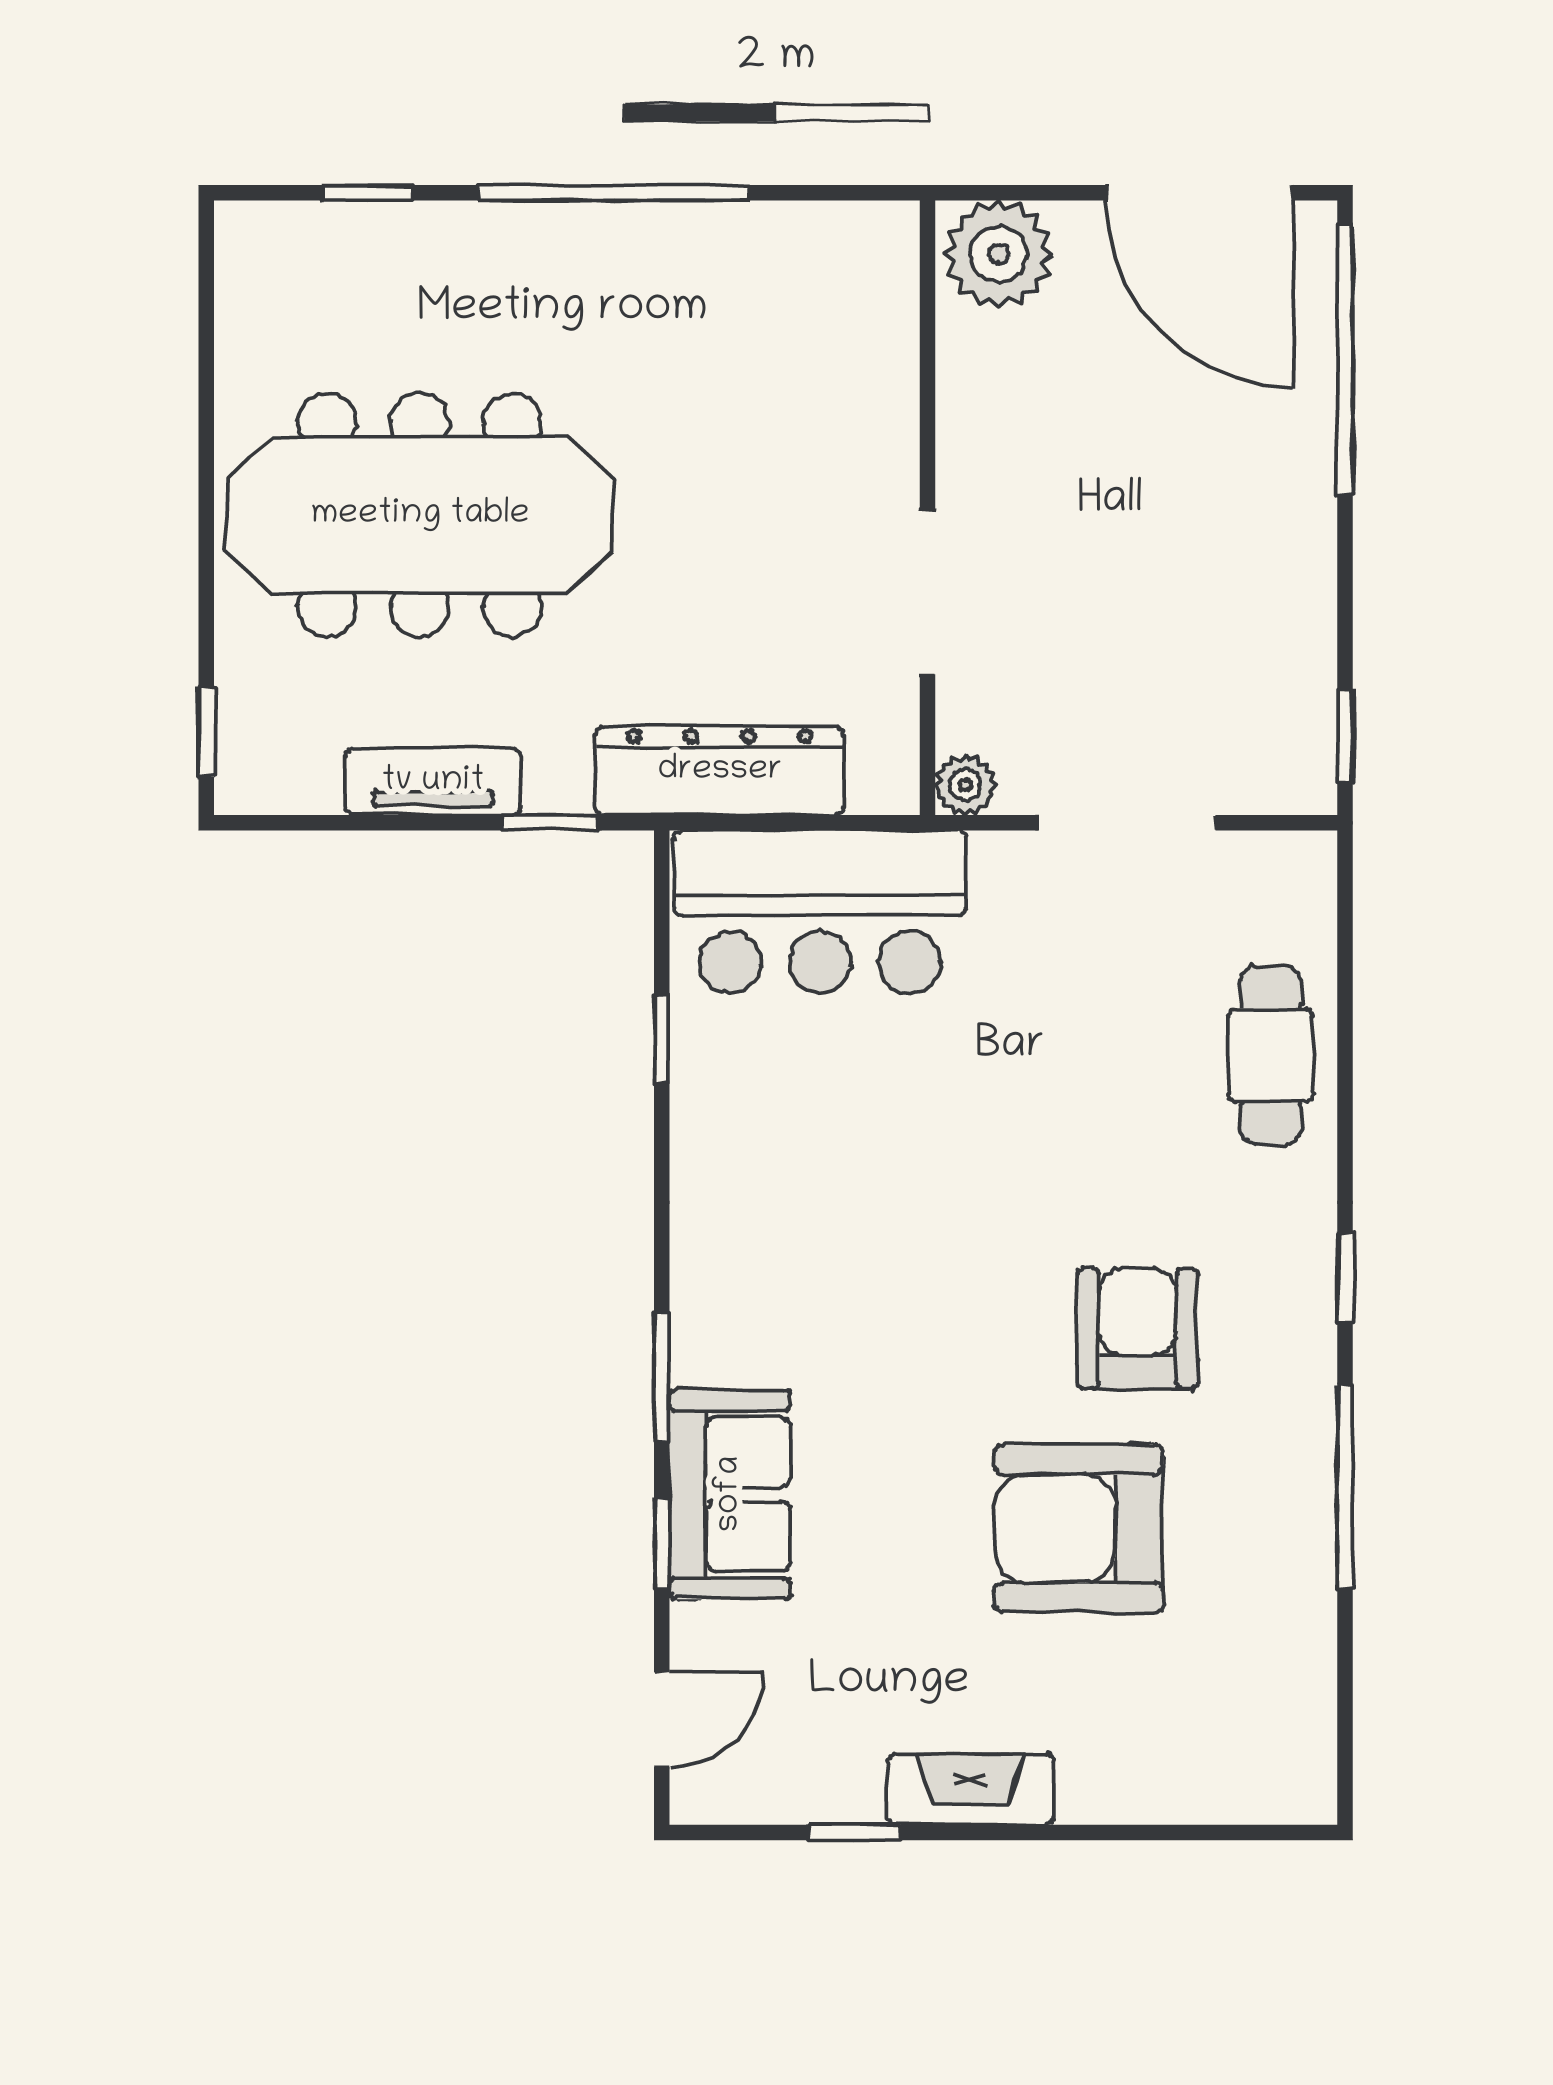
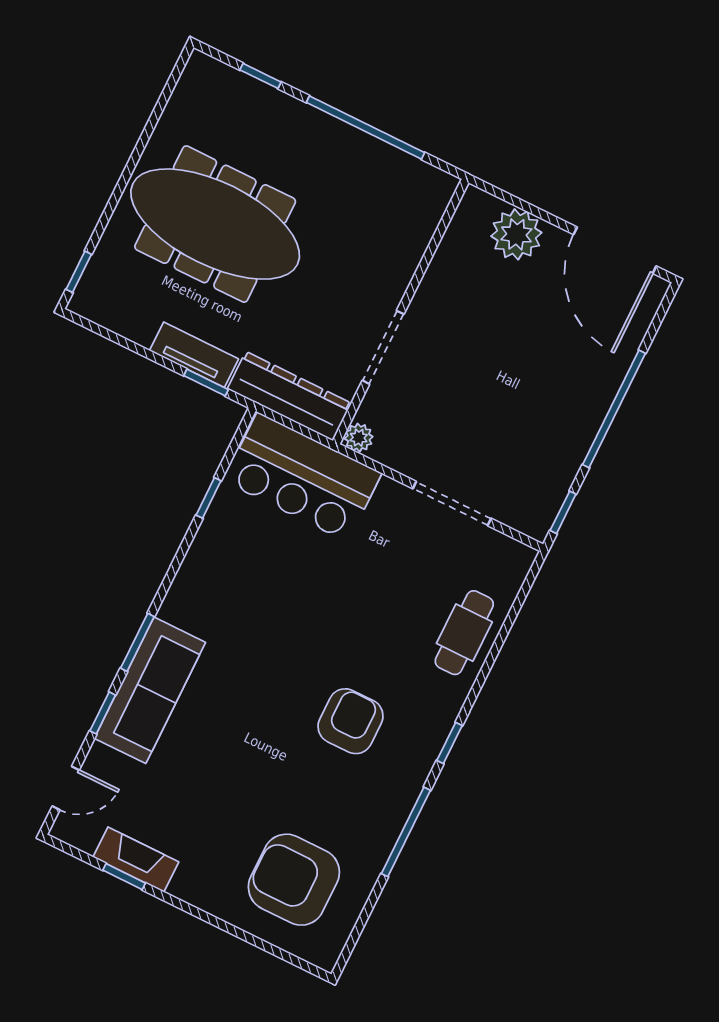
window: (1345, 361) -> (614, 409), moved
wall: (927, 508) -> (401, 312), moved
doorway: (927, 592) -> (383, 347), moved
tv unit: (433, 782) -> (194, 355), moved
plant: (965, 785) -> (359, 438), moved
sofa: (730, 1494) -> (150, 690), width x1.36
armchair: (1079, 1529) -> (294, 880), moved
fireplace: (971, 1789) -> (136, 859), moved

